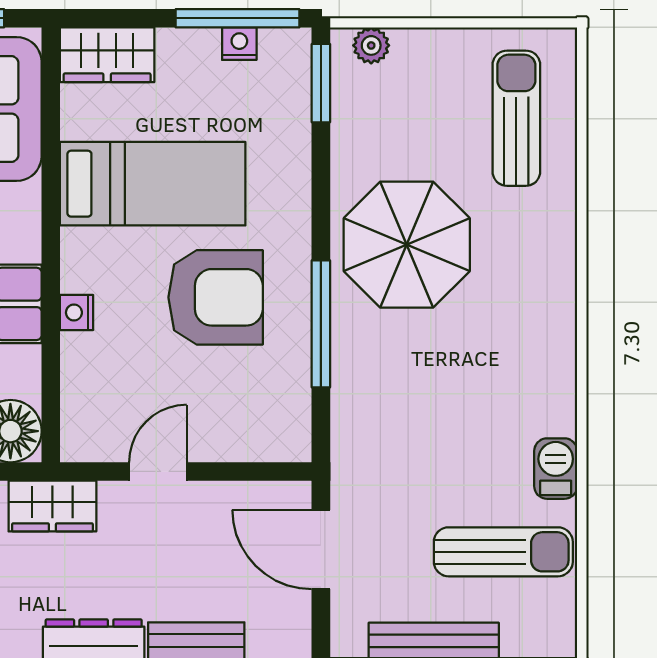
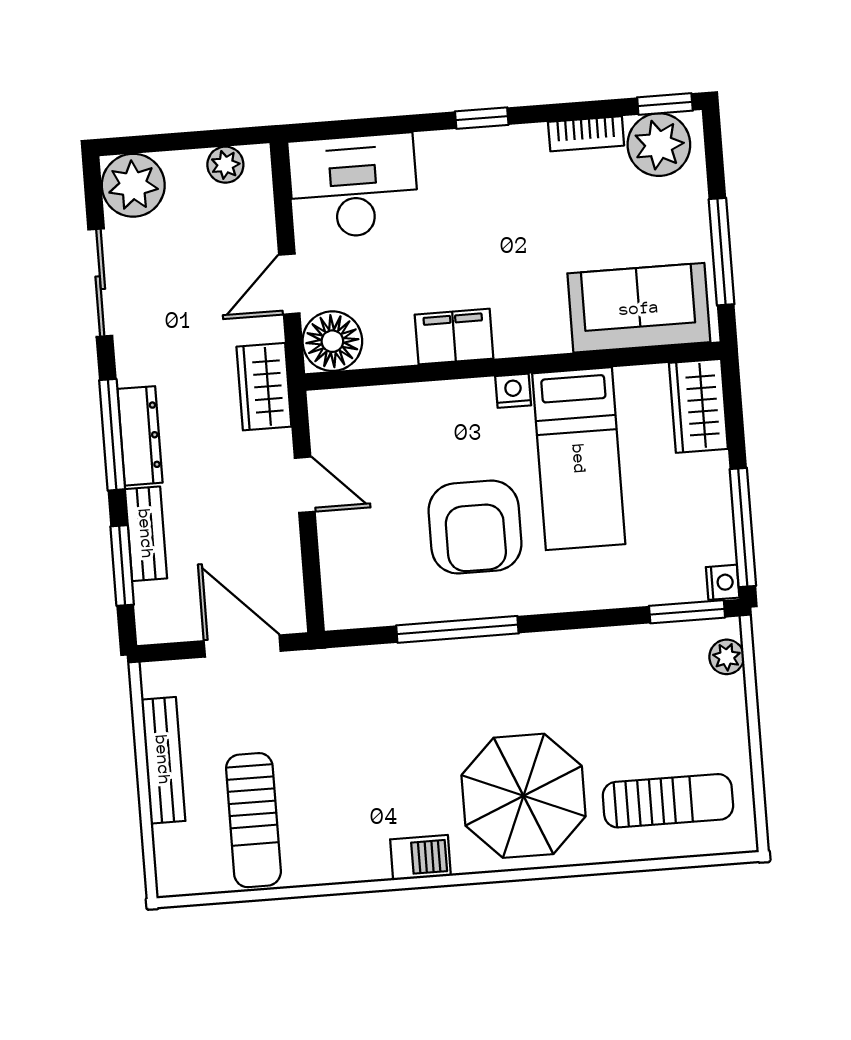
nightstand: (239, 44) -> (723, 582), moved
parasol: (407, 245) -> (524, 796), moved
nightstand: (77, 313) -> (513, 391), moved
barbecue: (556, 469) -> (420, 858), moved
door: (321, 549) -> (242, 646), hinge flipped

